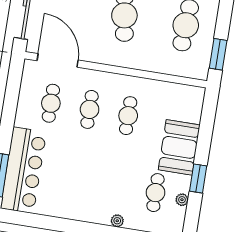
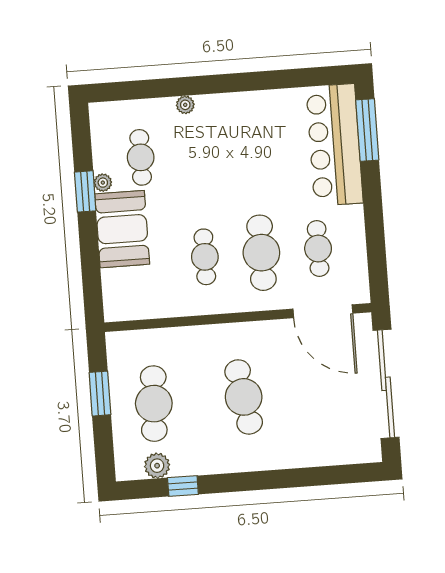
window: (218, 54) -> (100, 394), moved
cafe table: (90, 109) -> (261, 253), width x1.37, depth x1.35
plant: (182, 200) -> (103, 183), moved

